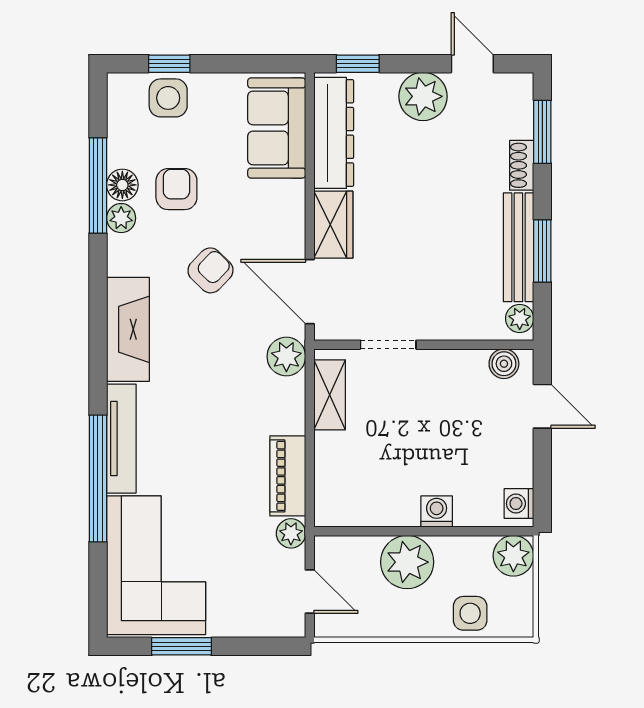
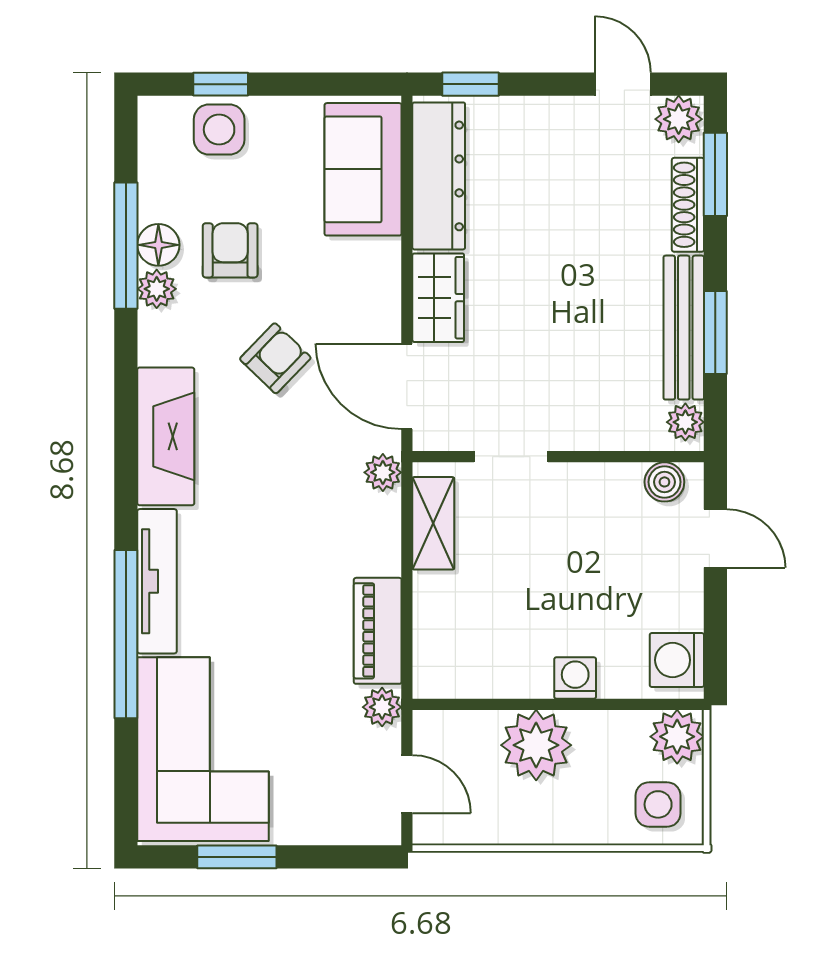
plant: (423, 96) -> (679, 119), moved, width x0.73, depth x0.73
shoe rack: (522, 165) -> (688, 205), width x1.43
plant: (286, 356) -> (383, 472), width x0.73, depth x0.73
washing machine: (519, 504) -> (677, 660), width x1.38, depth x1.38
side table: (470, 613) -> (658, 804), moved

